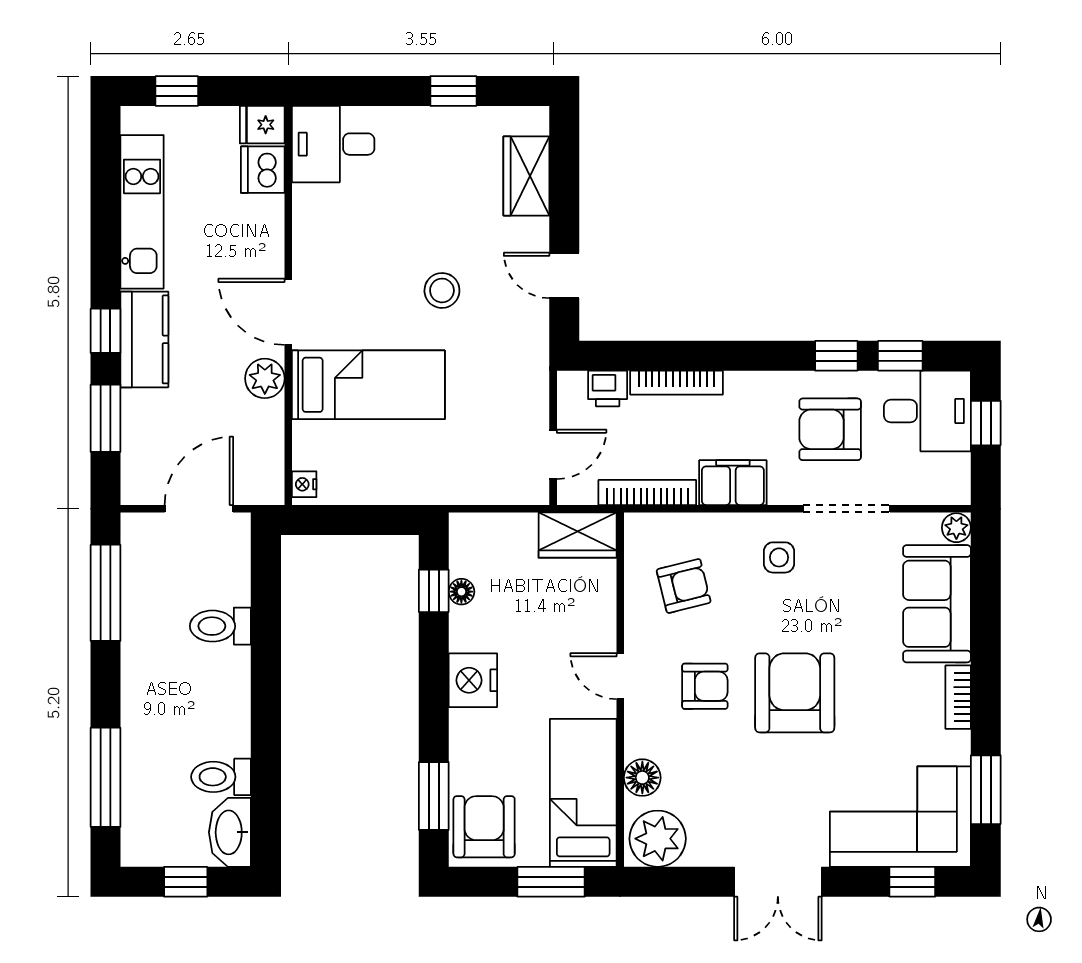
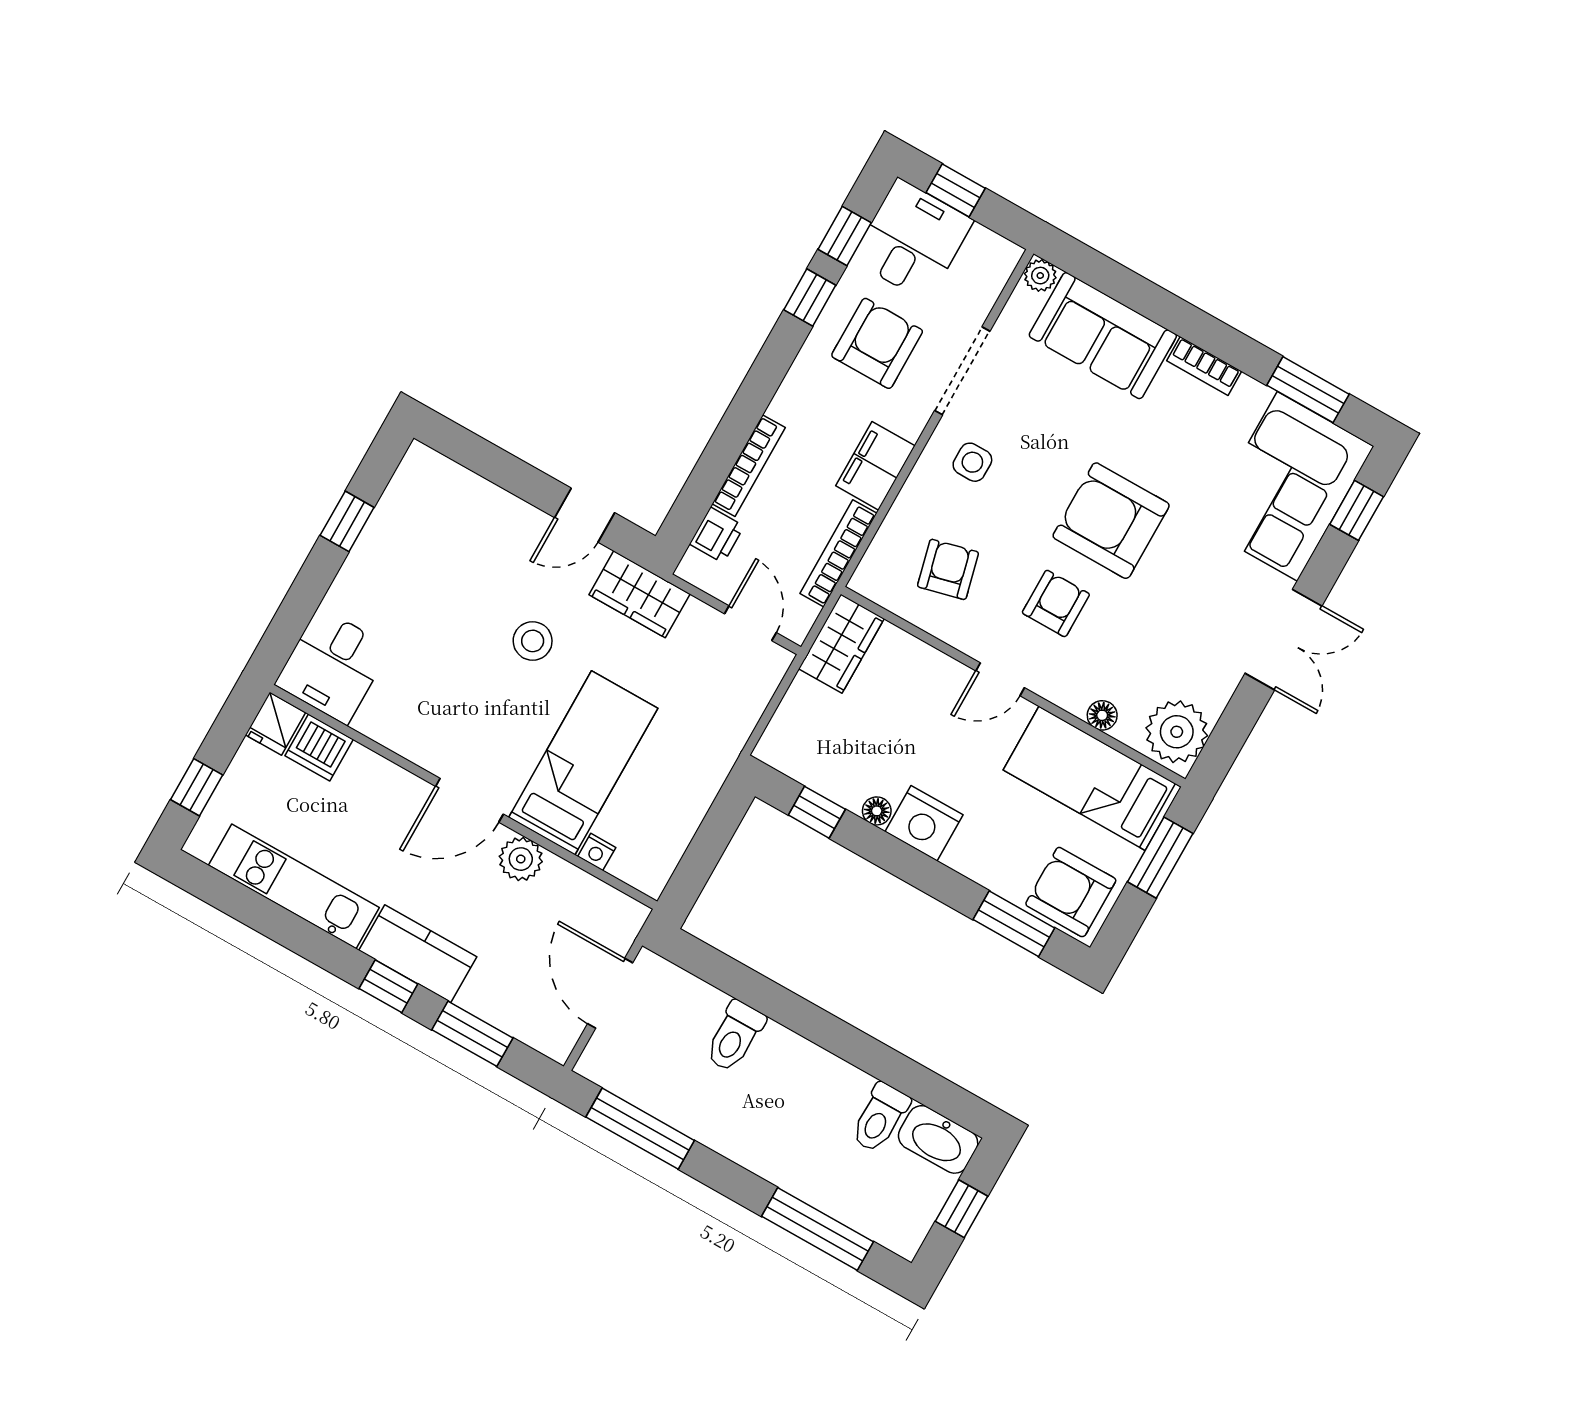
wardrobe: (526, 176) -> (639, 594), moved
armchair: (830, 429) -> (877, 343), turned 180
nightstand: (304, 484) -> (597, 852), moved
floor lamp: (461, 592) -> (877, 811), moved
floor lamp: (642, 778) -> (1102, 715), width x0.73, depth x0.73

